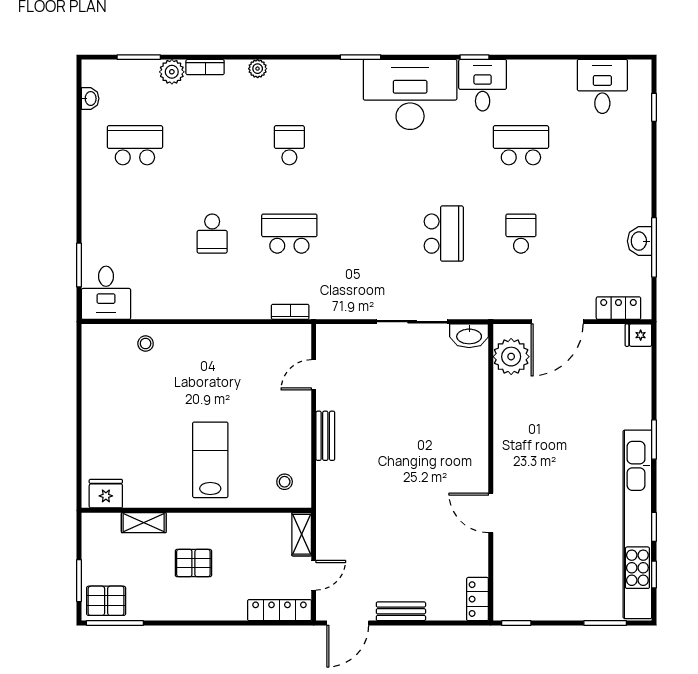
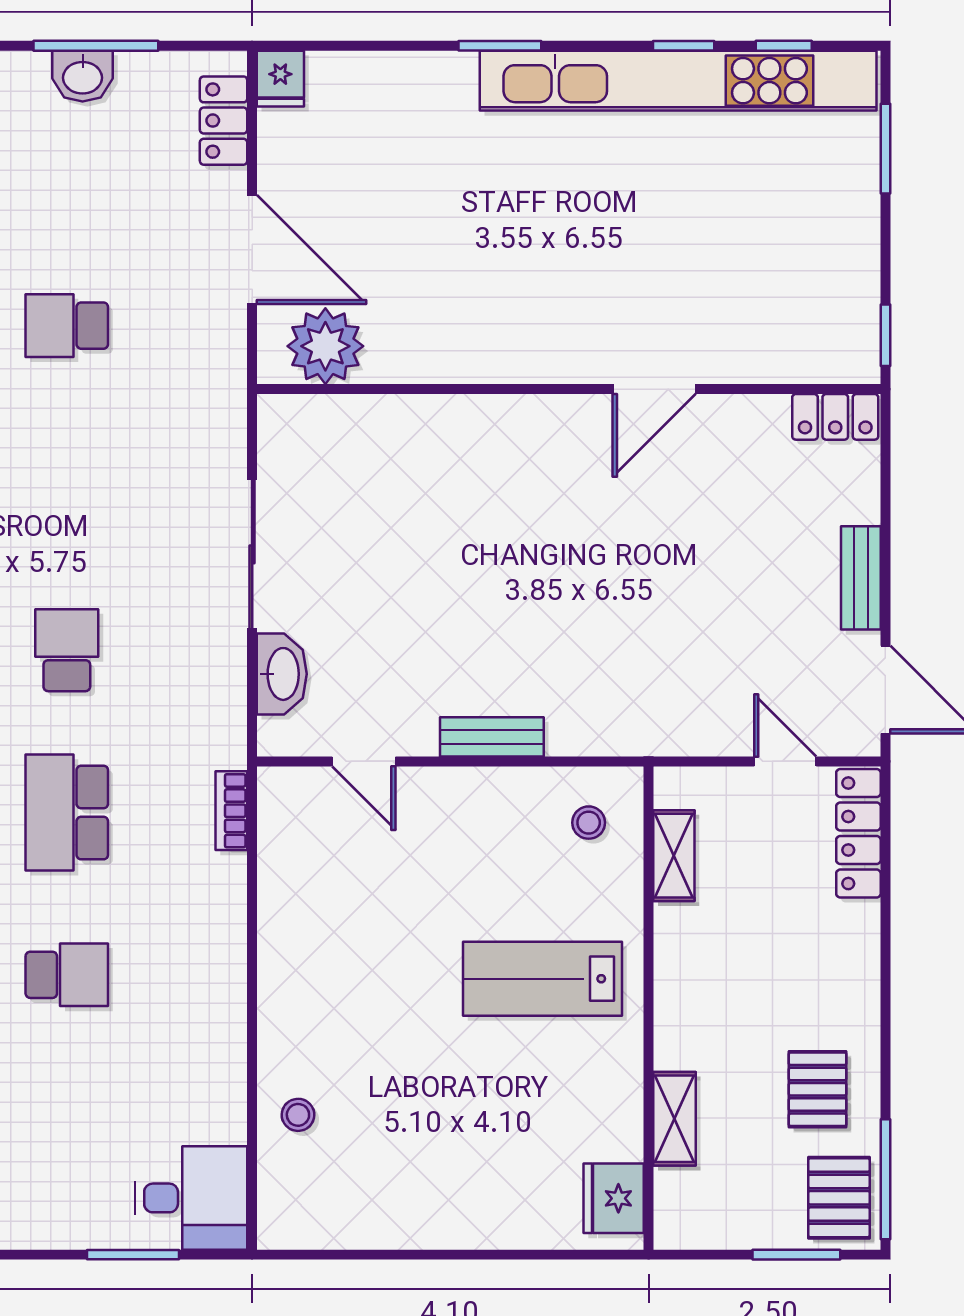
school desk: (444, 234) -> (67, 650), moved, width x0.54
washbasin: (469, 336) -> (282, 674), moved
shelving: (302, 534) -> (674, 856), moved, turned 90
pallet: (193, 563) -> (818, 1089), moved

